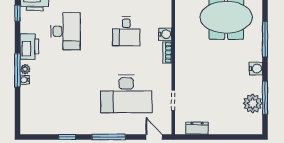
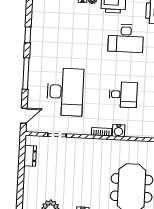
desk: (126, 31) -> (123, 95), turned 180
desk: (126, 94) -> (65, 92), turned 180

